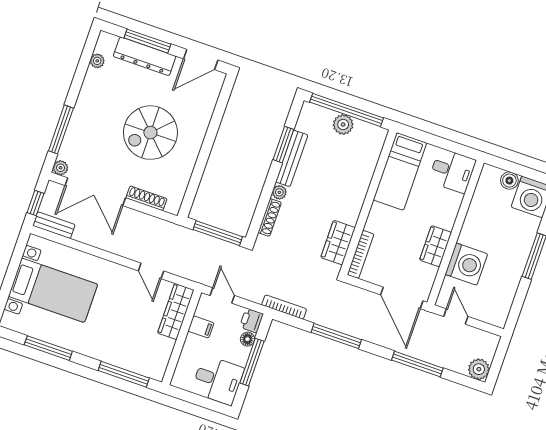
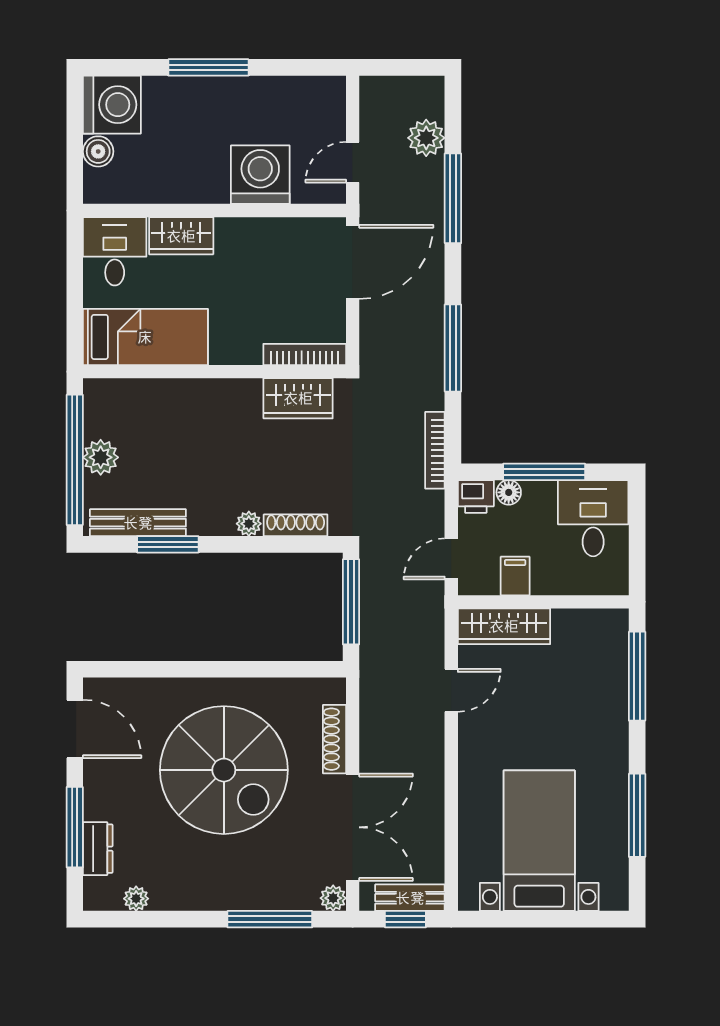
dresser: (145, 56) -> (98, 849), width x0.51, depth x0.80
spiral stairs: (150, 133) -> (224, 770), width x1.37, depth x1.37
bench: (292, 158) -> (138, 523), moved
bench: (54, 225) -> (410, 898), moved, turned 90
wardrobe: (436, 246) -> (181, 236), moved
plant: (479, 369) -> (426, 138), moved

